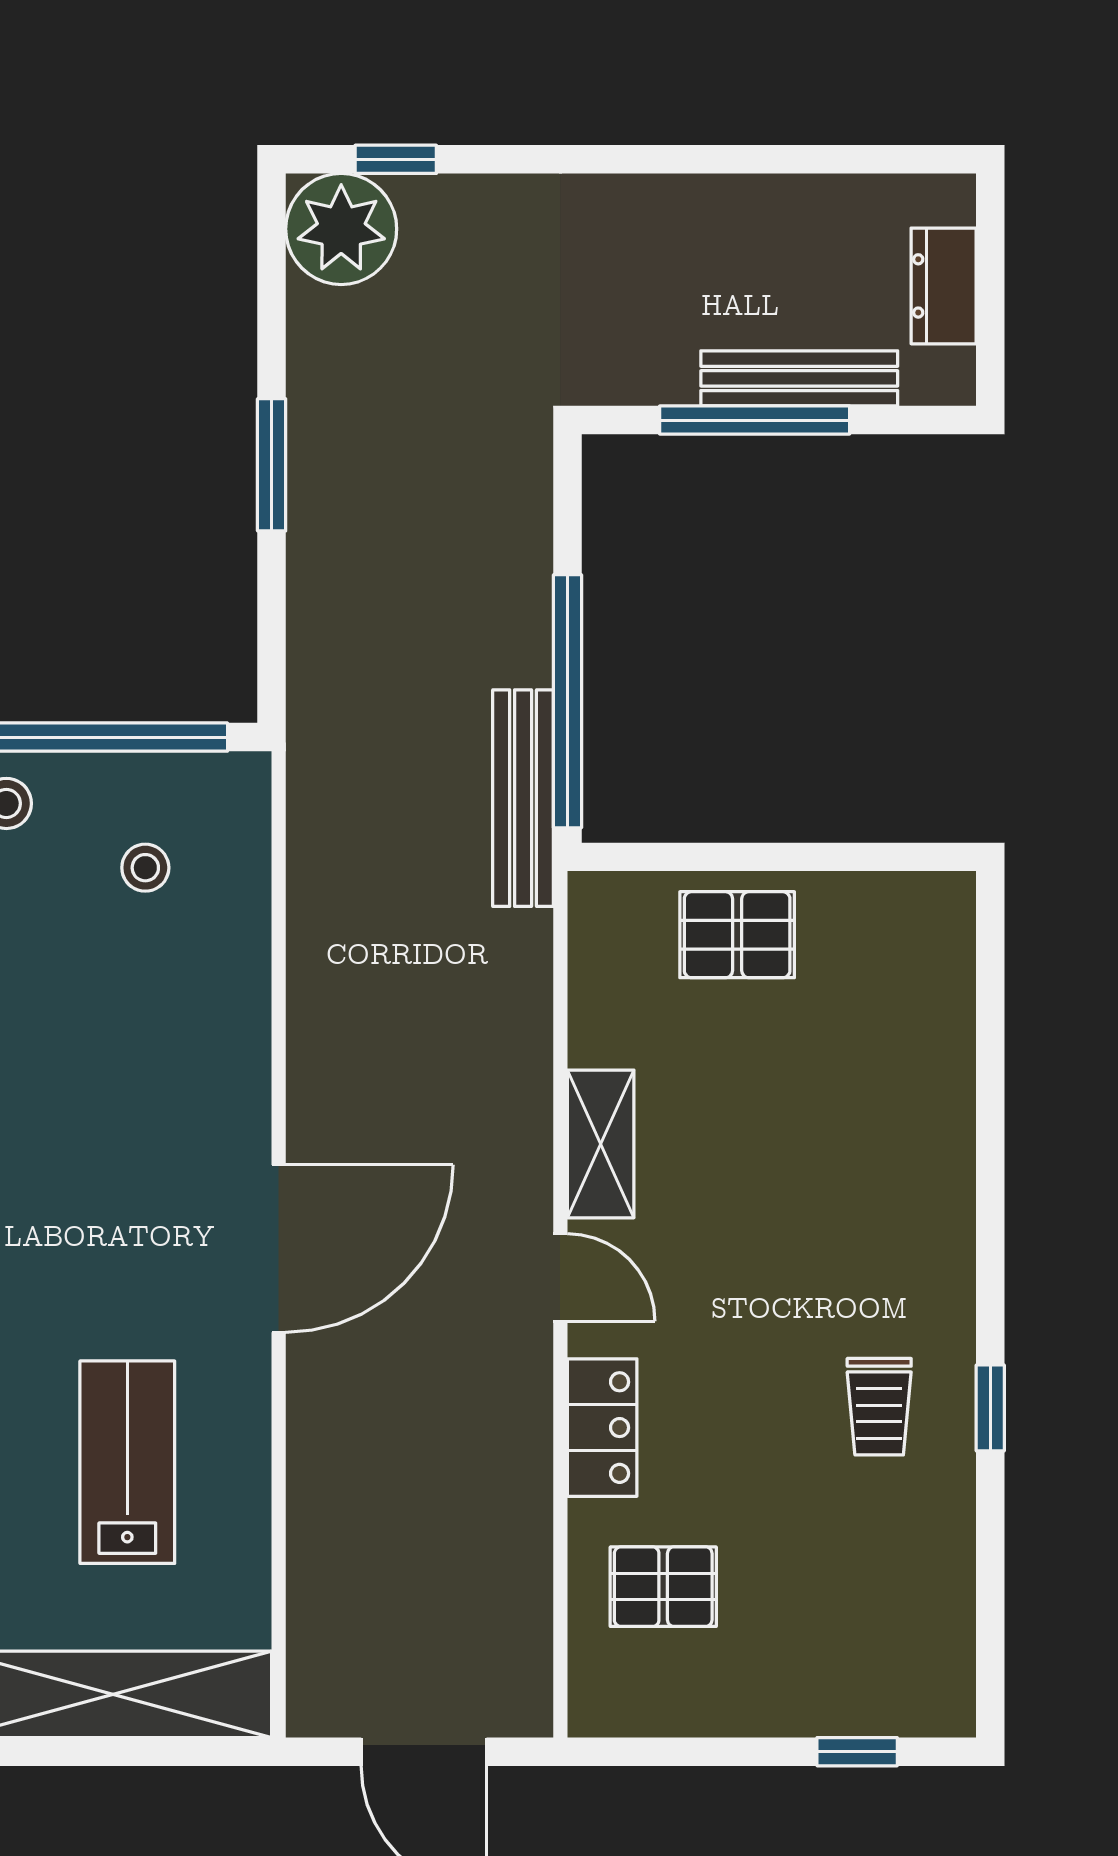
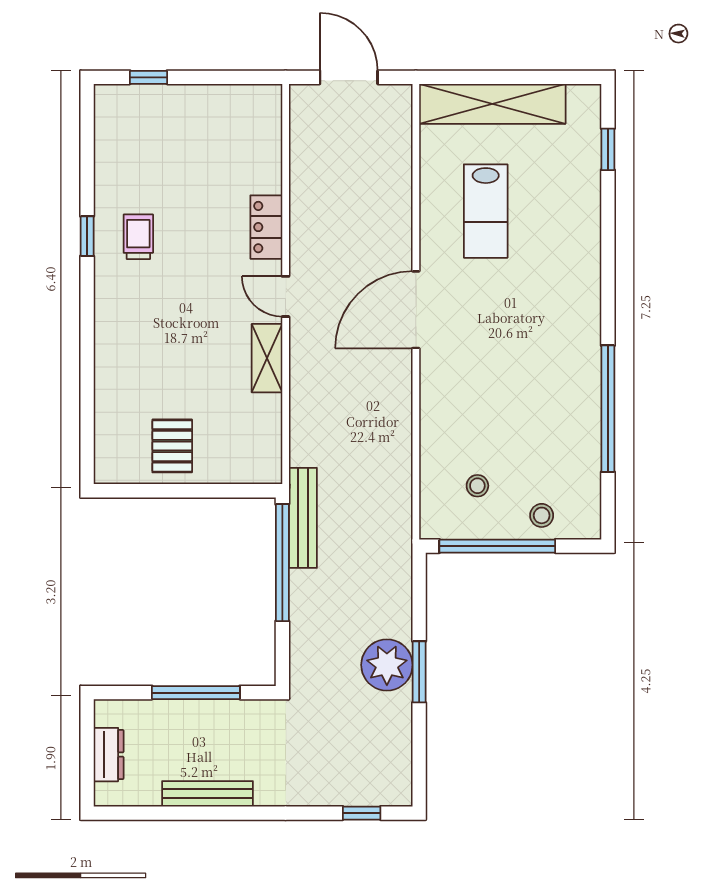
plant: (341, 229) -> (387, 665), moved
bench: (799, 378) -> (207, 794), moved
pallet: (737, 935) -> (172, 446), moved, turned 90
pallet: (663, 1587) -> (238, 154), removed

